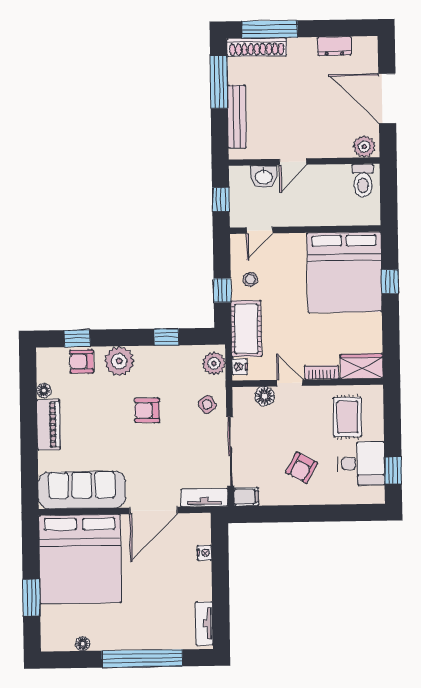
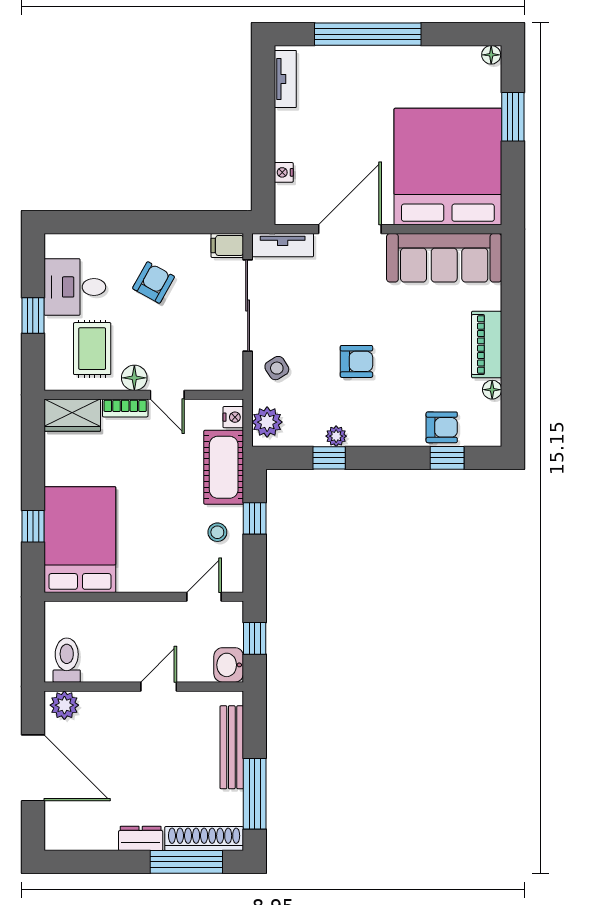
dresser: (334, 46) -> (141, 838), moved
washbasin: (264, 177) -> (229, 665), moved, turned -90
bed: (344, 272) -> (80, 540), width x0.73
plant: (119, 361) -> (336, 436), moved, width x0.53, depth x0.53
floor lamp: (265, 396) -> (134, 378), moved
window: (393, 470) -> (33, 315), moved
floor lamp: (83, 644) -> (491, 55), moved

